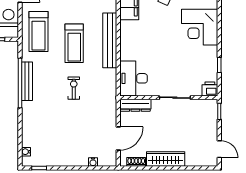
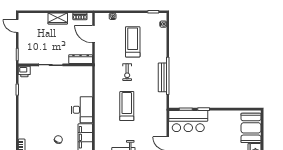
corner desk: (200, 27) -> (32, 118), removed
treadmill: (39, 32) -> (133, 42), moved
bench: (110, 40) -> (100, 108), removed
desk: (134, 78) -> (82, 110), moved
door: (118, 138) -> (93, 34), hinge flipped
wardrobe: (166, 159) -> (58, 19), width x0.67

